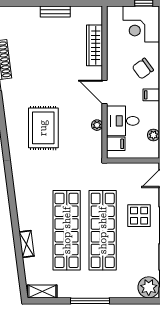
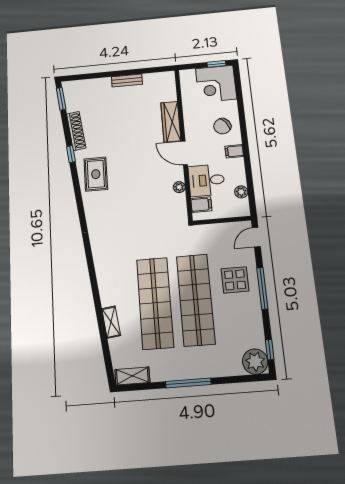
wardrobe: (94, 45) -> (171, 122), moved
rug: (43, 128) -> (96, 174), moved, width x0.73, depth x0.70

